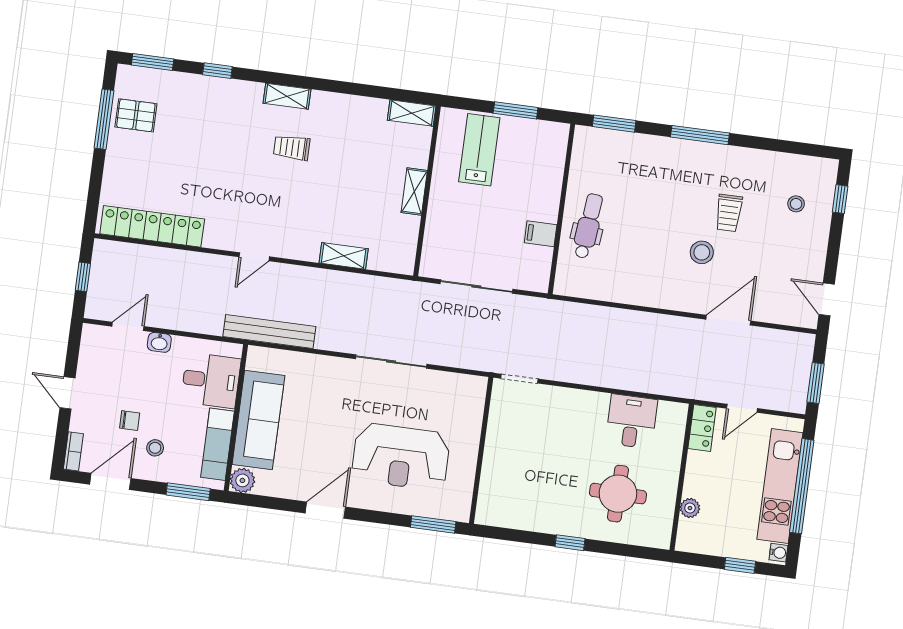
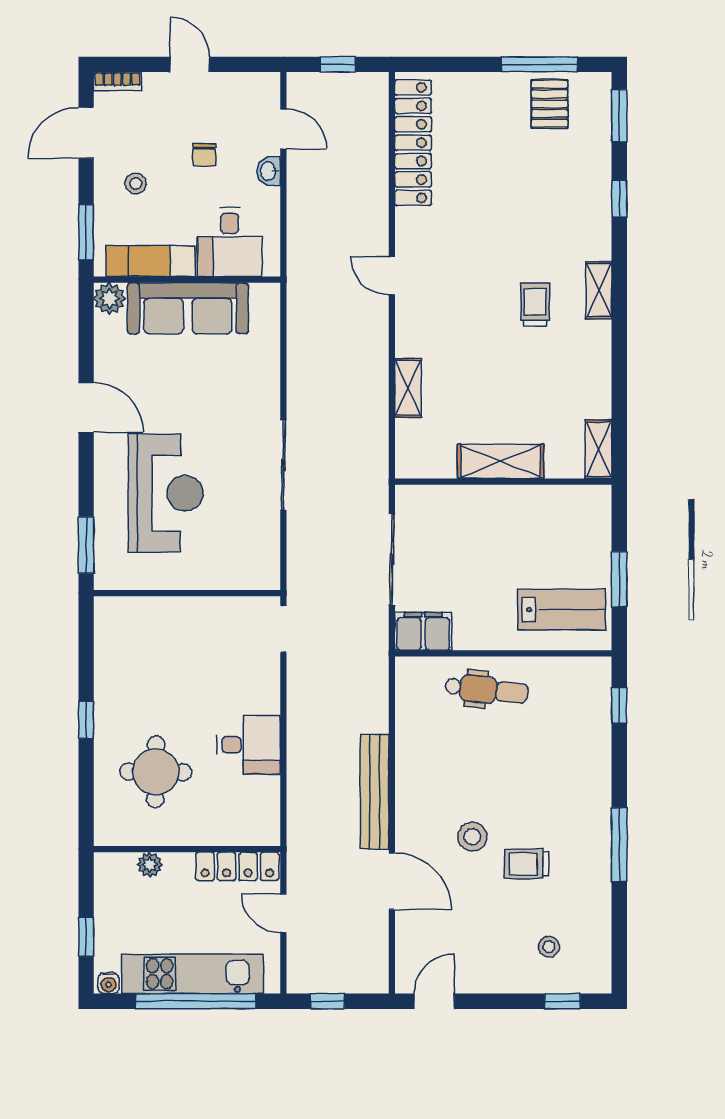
window: (614, 124) -> (619, 705), width x0.67
window: (700, 135) -> (619, 845), moved
lab bench: (479, 150) -> (561, 610), moved
shelving: (414, 192) -> (501, 461), width x1.50, depth x1.33
filing cabinet: (541, 234) -> (423, 631), moved, width x2.00
bench: (269, 332) -> (375, 792), moved
window: (816, 383) -> (328, 1001), width x0.67
door: (67, 393) -> (190, 64), hinge flipped
chair: (130, 421) -> (204, 155), moved
desk: (631, 421) -> (249, 745), moved
locker: (702, 428) -> (237, 866), width x1.53
reception desk: (401, 457) -> (166, 493), turned 180
door: (110, 481) -> (86, 133), swing flipped

